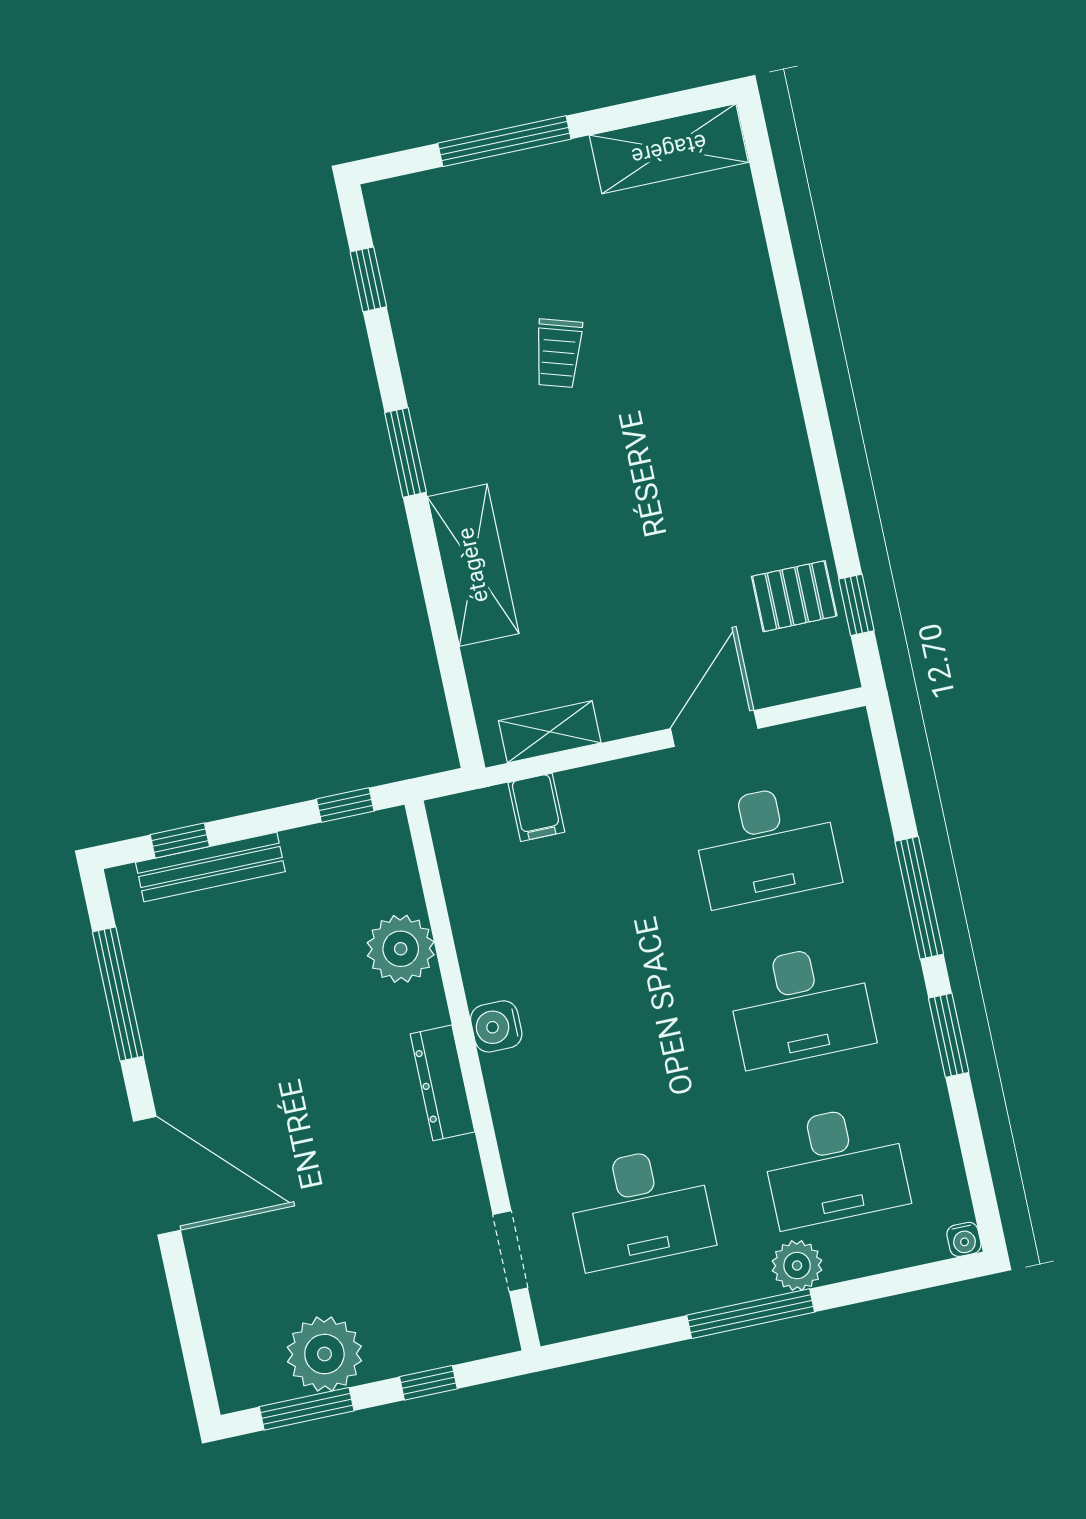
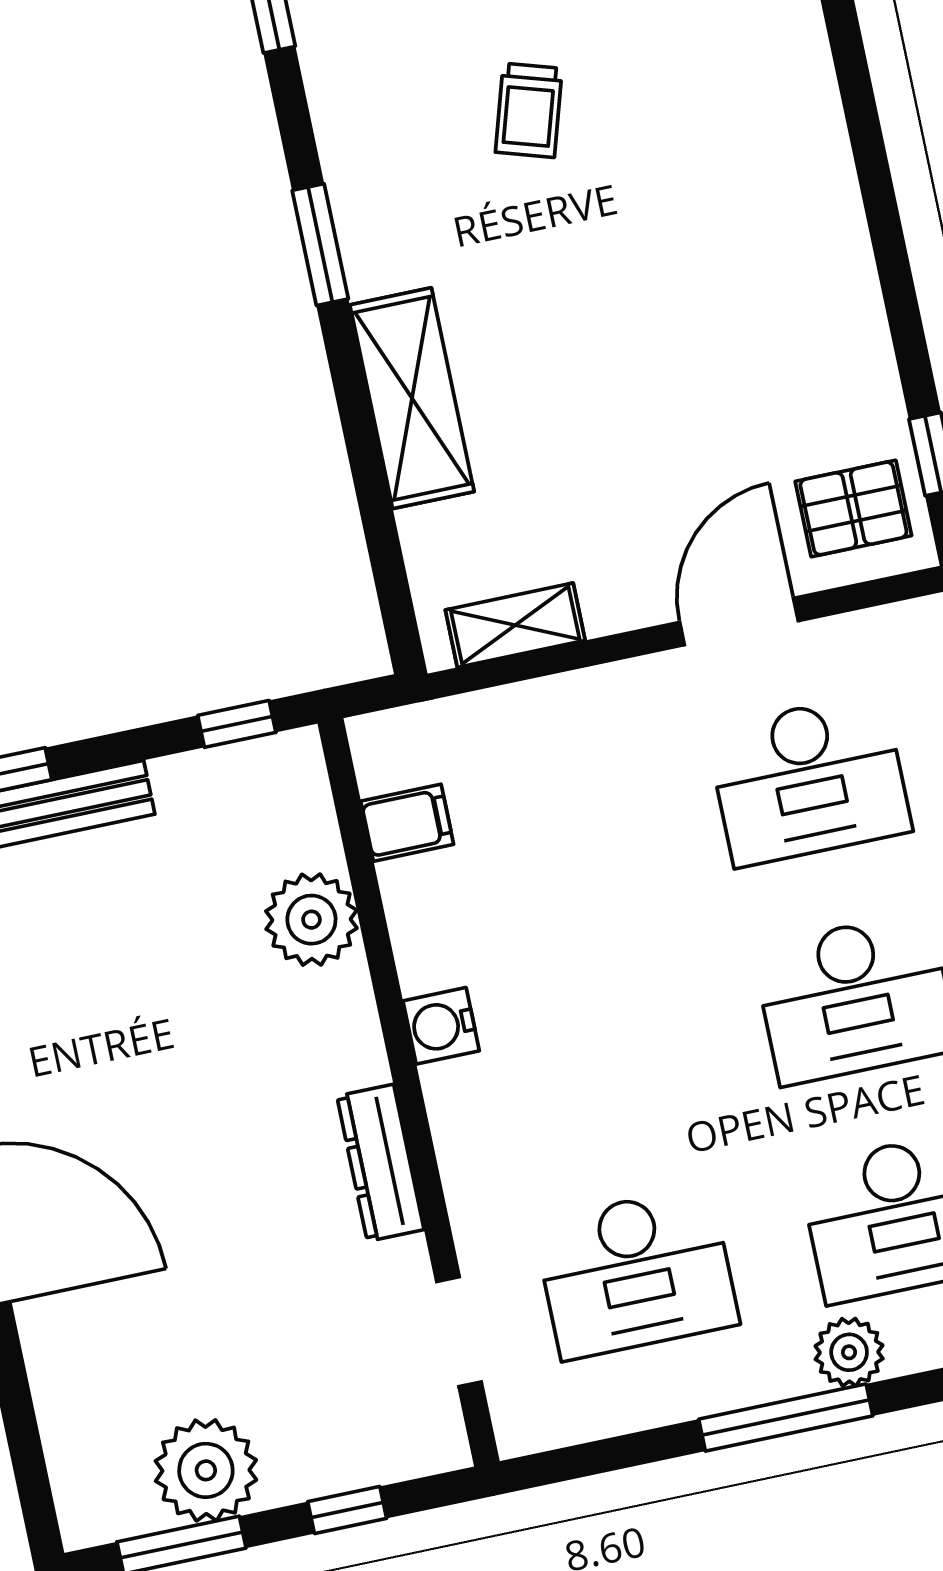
pallet: (794, 596) -> (853, 508), moved
filing cabinet: (536, 807) -> (407, 823), moved, turned -90
dresser: (442, 1083) -> (380, 1163), moved

